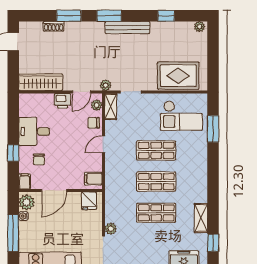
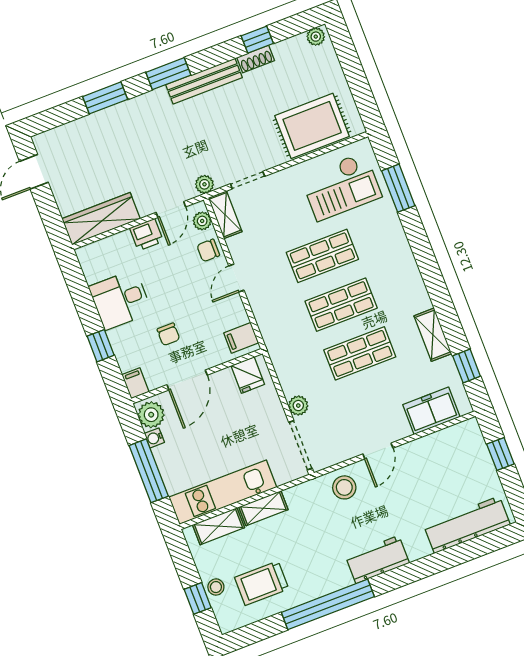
shoe rack: (54, 26) -> (256, 59), moved
chair: (39, 159) -> (168, 334), moved

